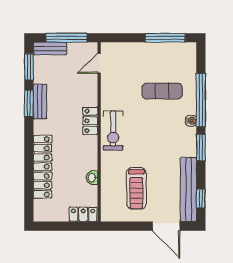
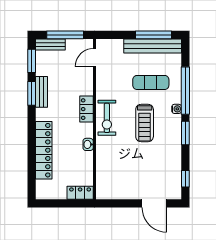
washbasin: (92, 178) -> (88, 144), moved
treadmill: (136, 188) -> (145, 123), moved
bench: (188, 189) -> (153, 46), moved, turned 90

